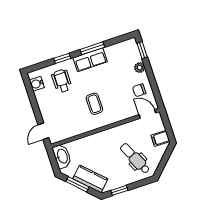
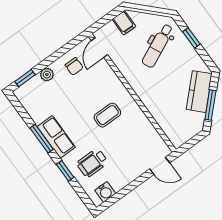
washbasin: (62, 156) -> (183, 134), removed
window: (119, 190) -> (191, 38), moved

